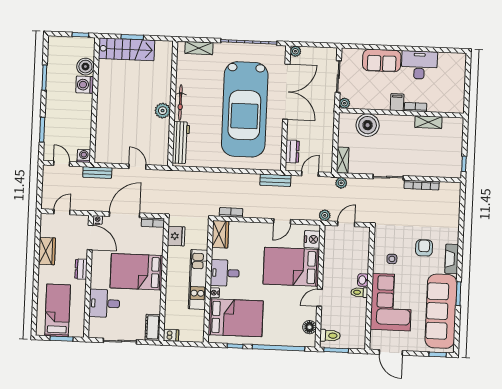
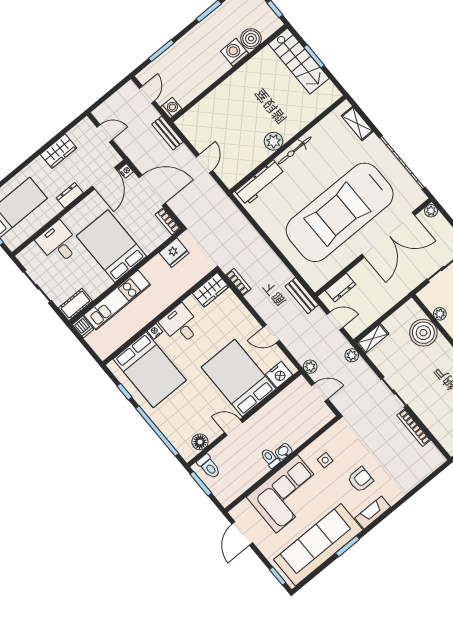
plant: (344, 103) -> (440, 314), moved
kitchen unit: (198, 280) -> (117, 300), moved, turned 180

